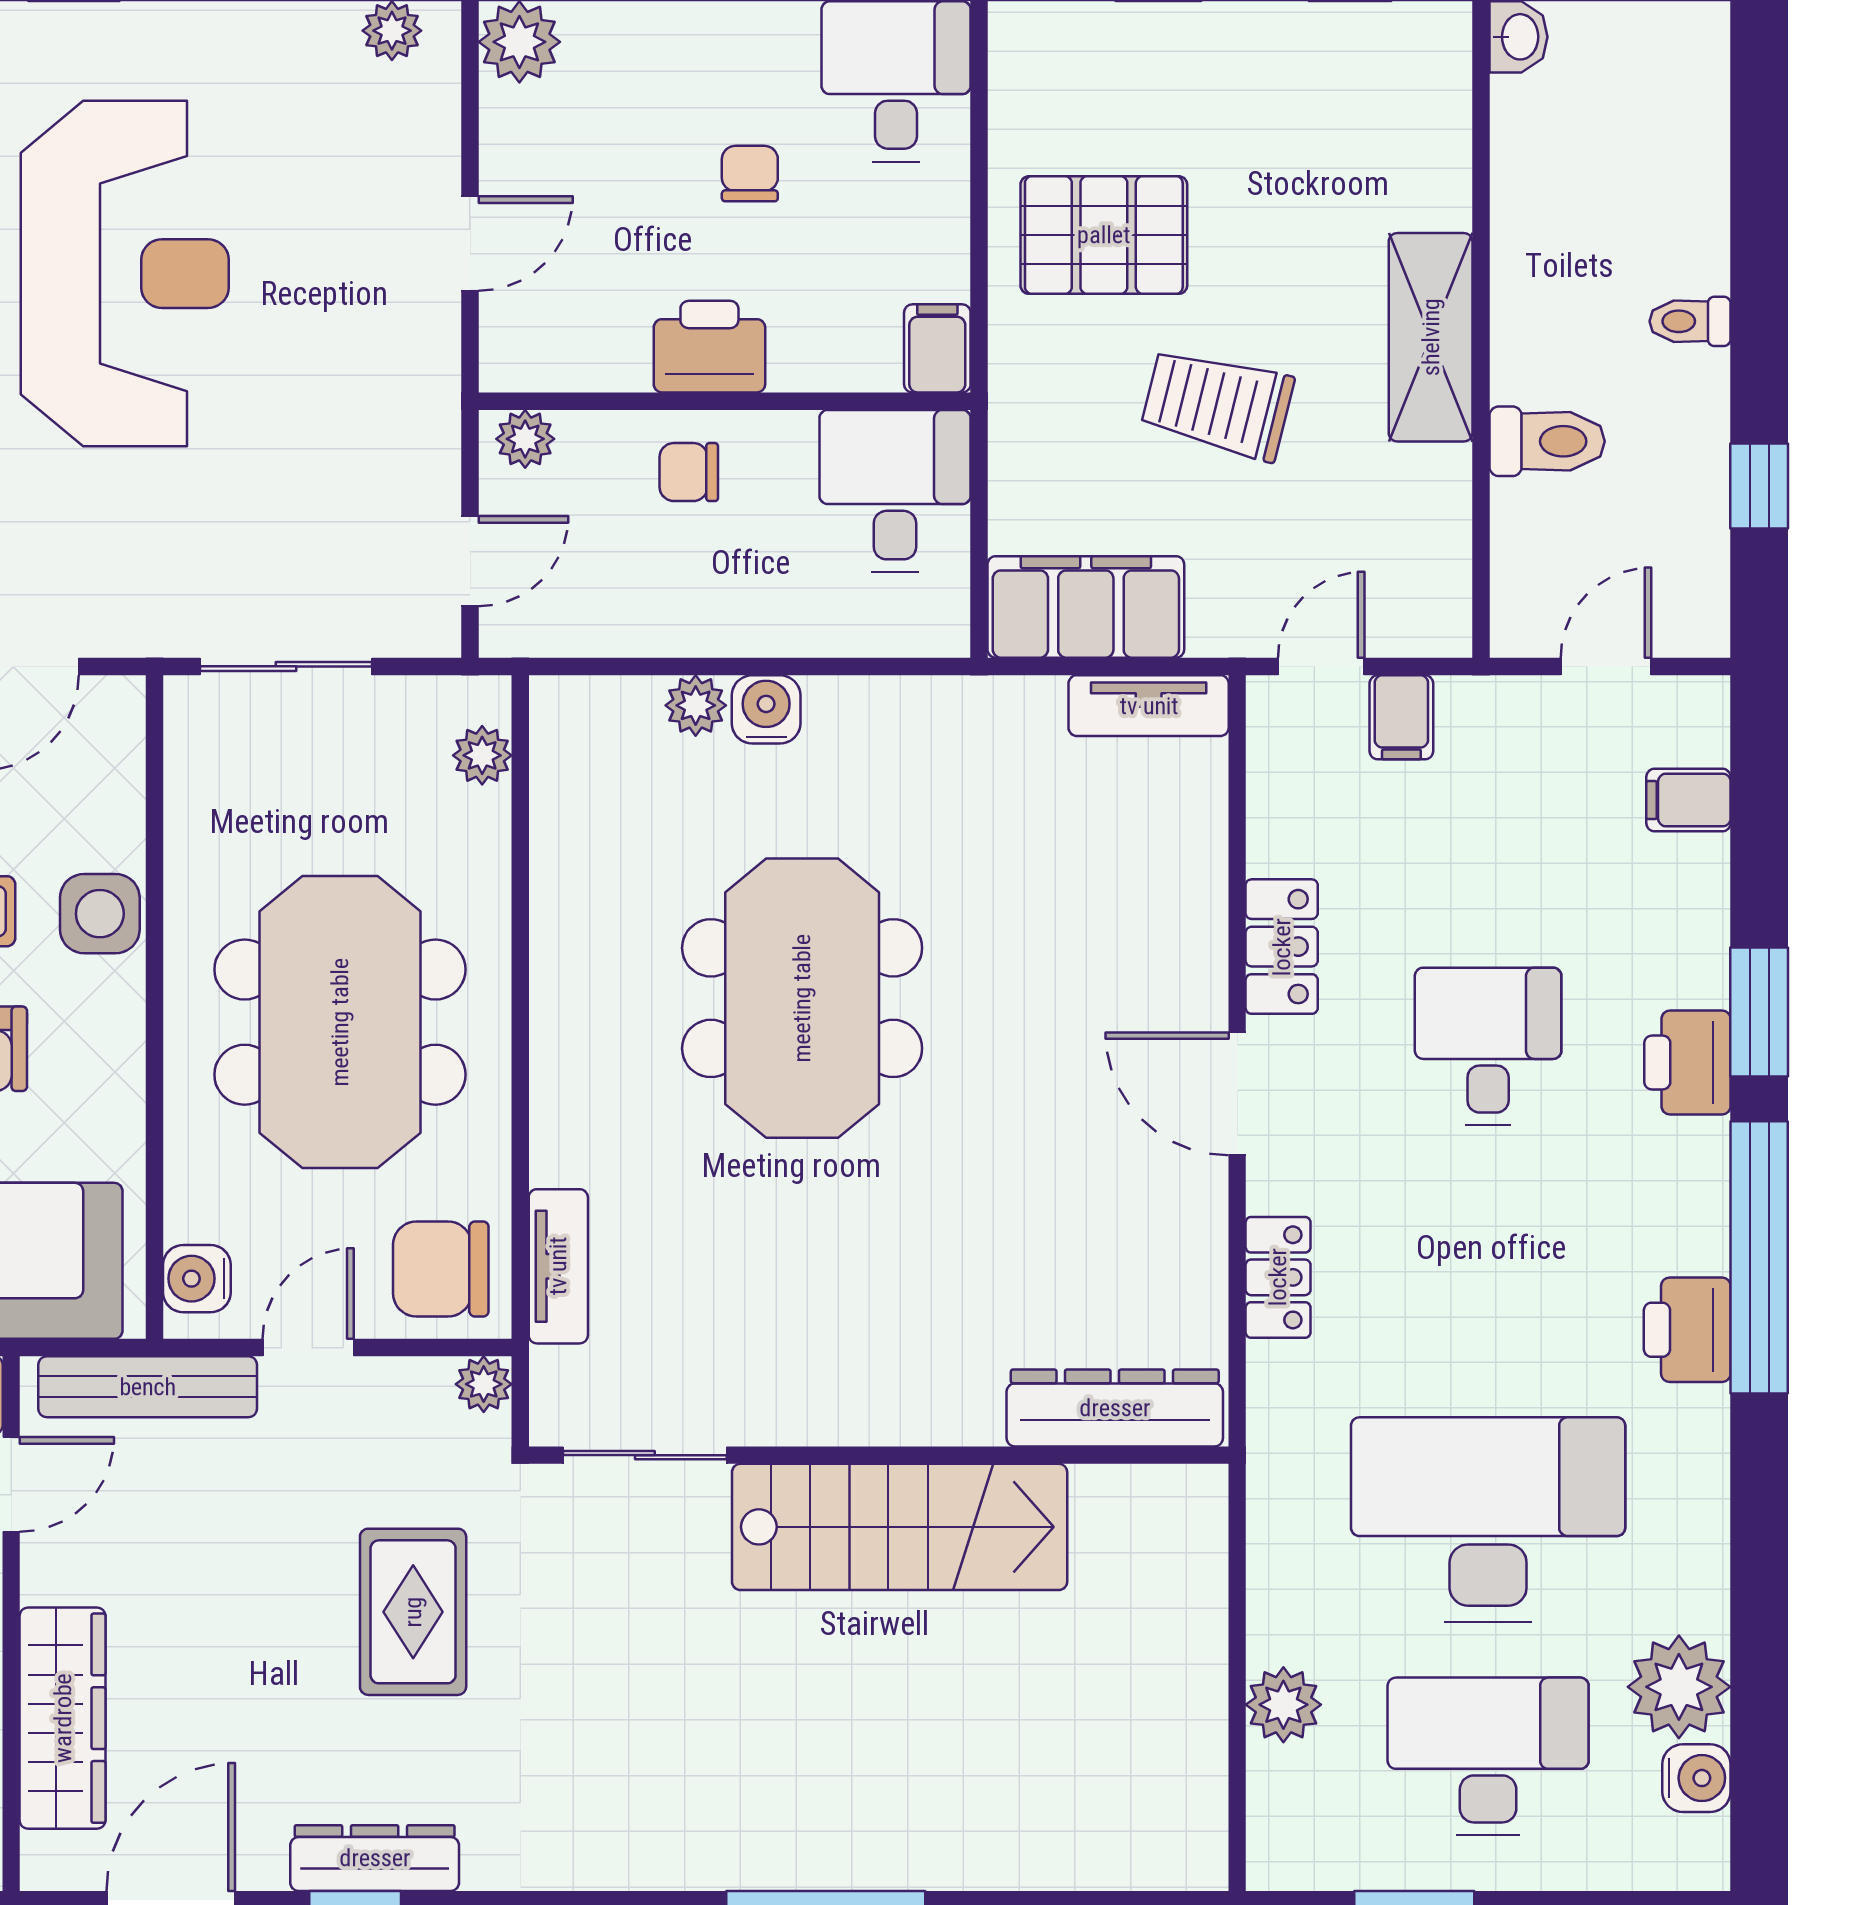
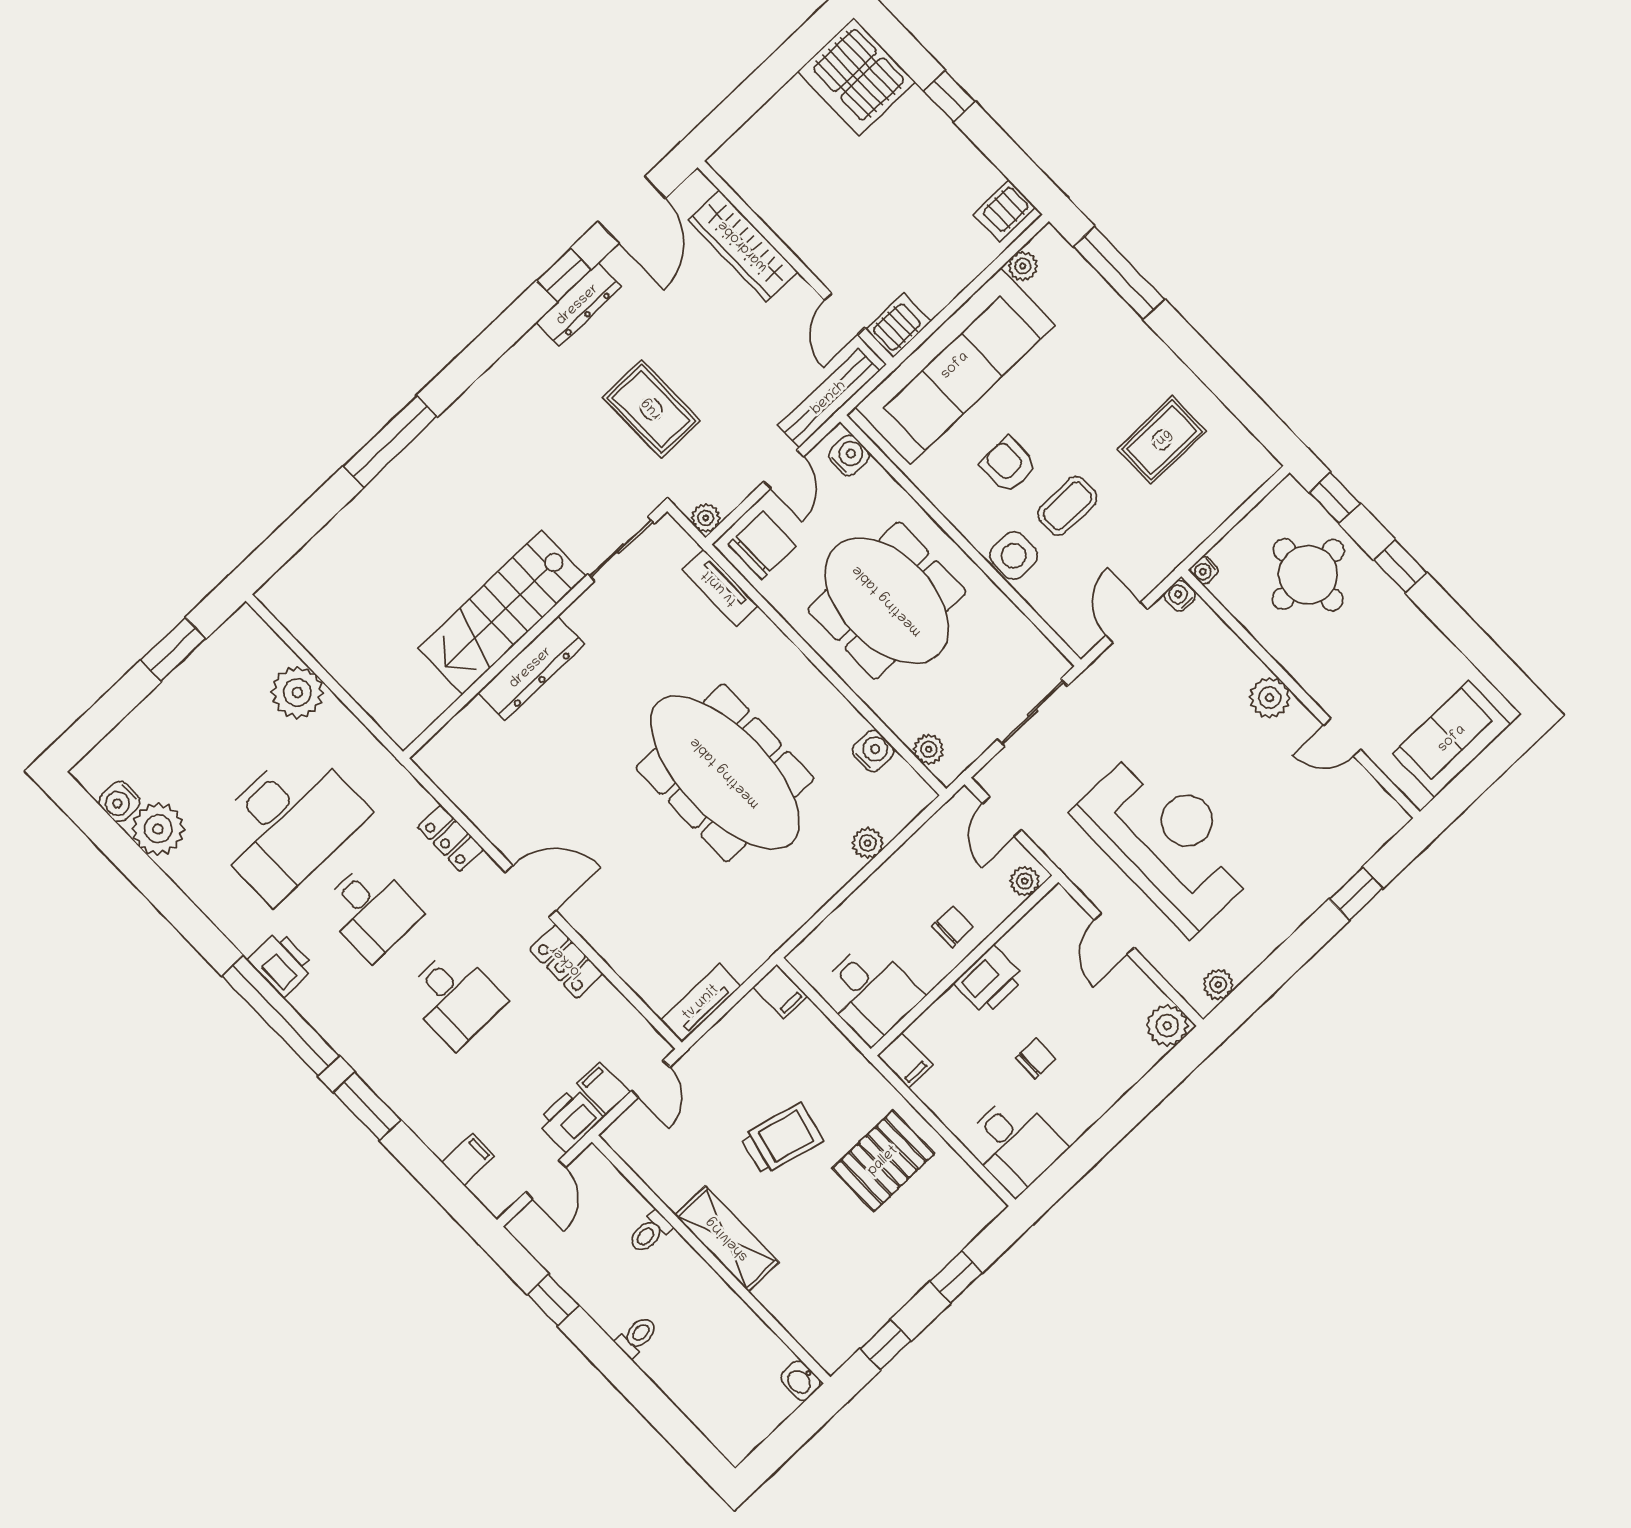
chair: (750, 173) -> (1036, 1058), turned -90
reception desk: (125, 274) -> (1167, 840), moved, turned 180
toilet: (1547, 441) -> (650, 1232), width x0.73, depth x0.72
filing cabinet: (1086, 607) -> (780, 992), width x0.33, depth x0.86
water cooler: (766, 709) -> (873, 751), moved, turned -90
meeting table: (802, 998) -> (725, 773), width x1.36
printer: (1687, 1063) -> (570, 1120), moved, turned -90
dresser: (1115, 1408) -> (531, 668), moved
plant: (1283, 1705) -> (297, 692), width x1.36, depth x1.36
desk: (1488, 1756) -> (371, 910), moved, width x0.73

